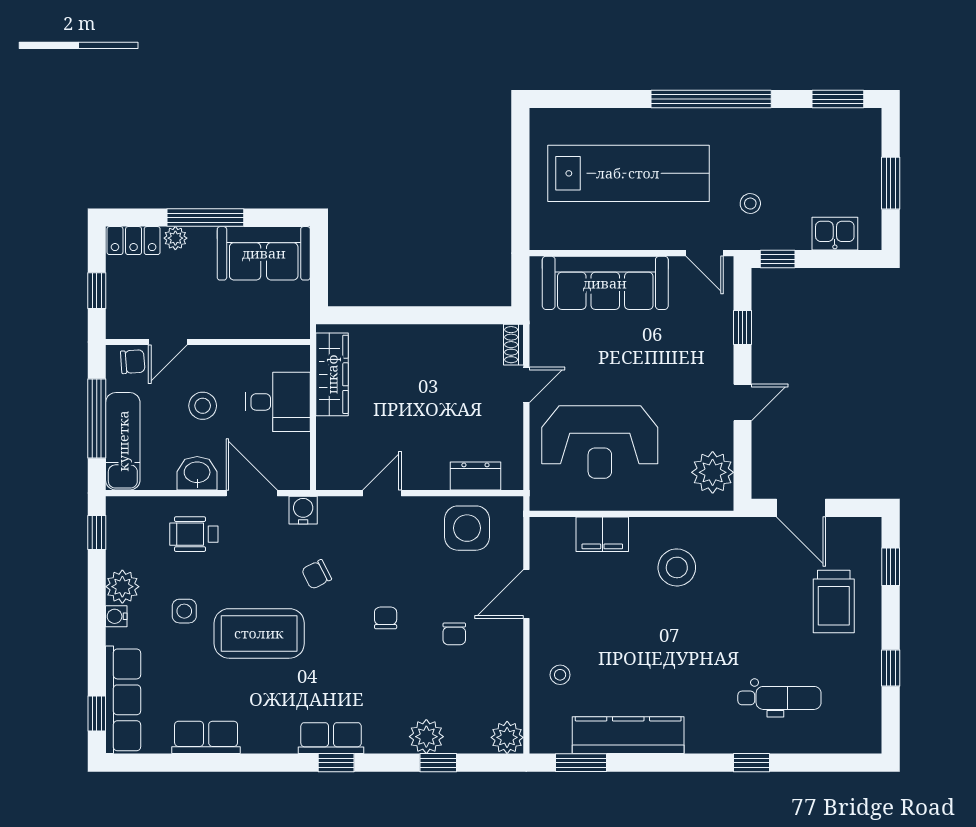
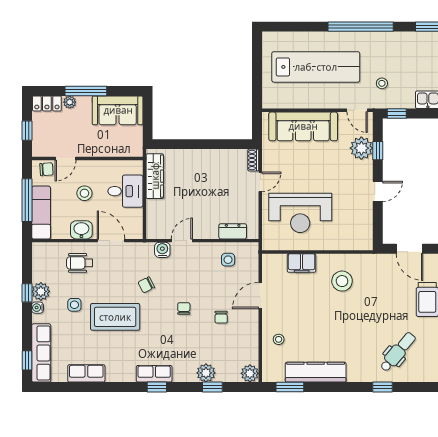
plant: (713, 472) -> (361, 148), moved
water cooler: (303, 510) -> (162, 250), moved
side table: (467, 528) -> (228, 260), width x0.54, depth x0.54
window: (97, 532) -> (27, 293), moved
dental chair: (779, 698) -> (398, 352), turned -50

